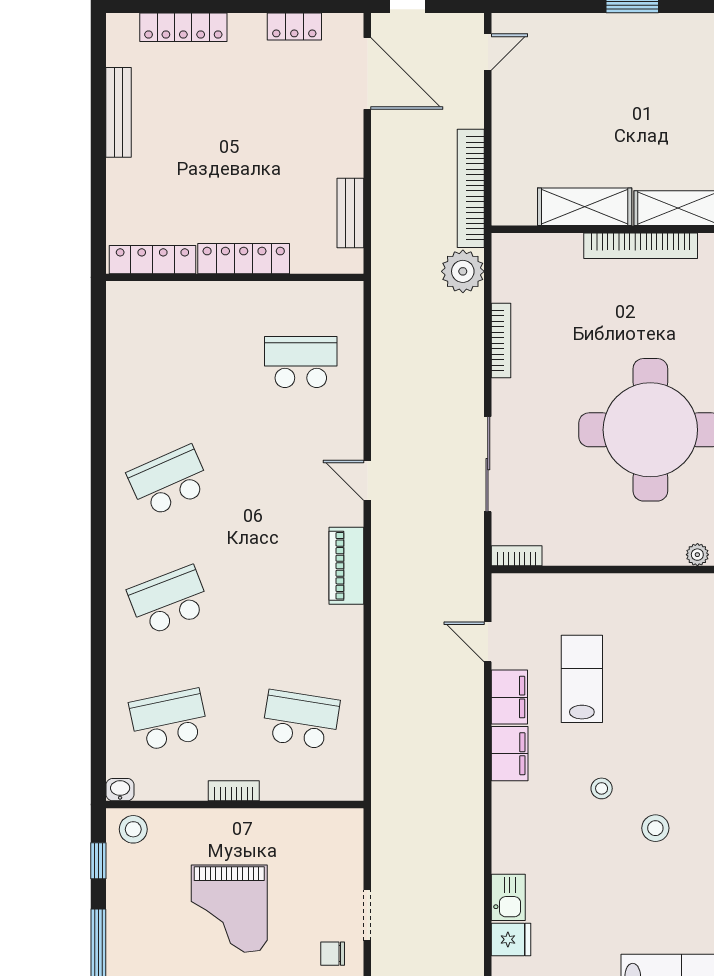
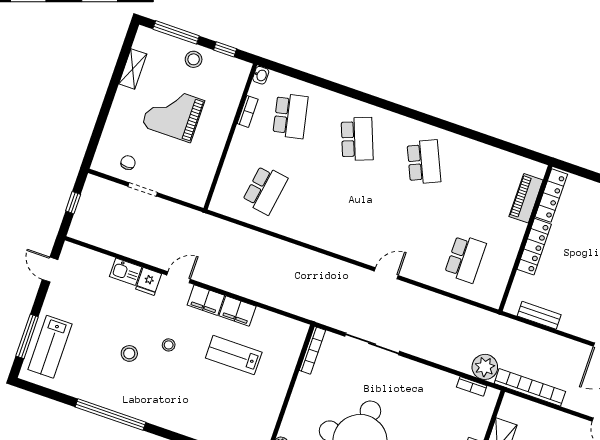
bookcase: (501, 340) -> (472, 386), moved, width x0.64
bookcase: (517, 556) -> (312, 350), width x1.56
piano: (346, 566) -> (526, 198), moved, turned -90
door: (488, 642) -> (179, 277), moved
lab bench: (582, 679) -> (234, 355), turned 180
bookcase: (234, 791) -> (248, 111), moved
stool: (655, 828) -> (129, 353), moved
stool: (133, 829) -> (194, 59), moved
fridge: (511, 939) -> (149, 281), moved

